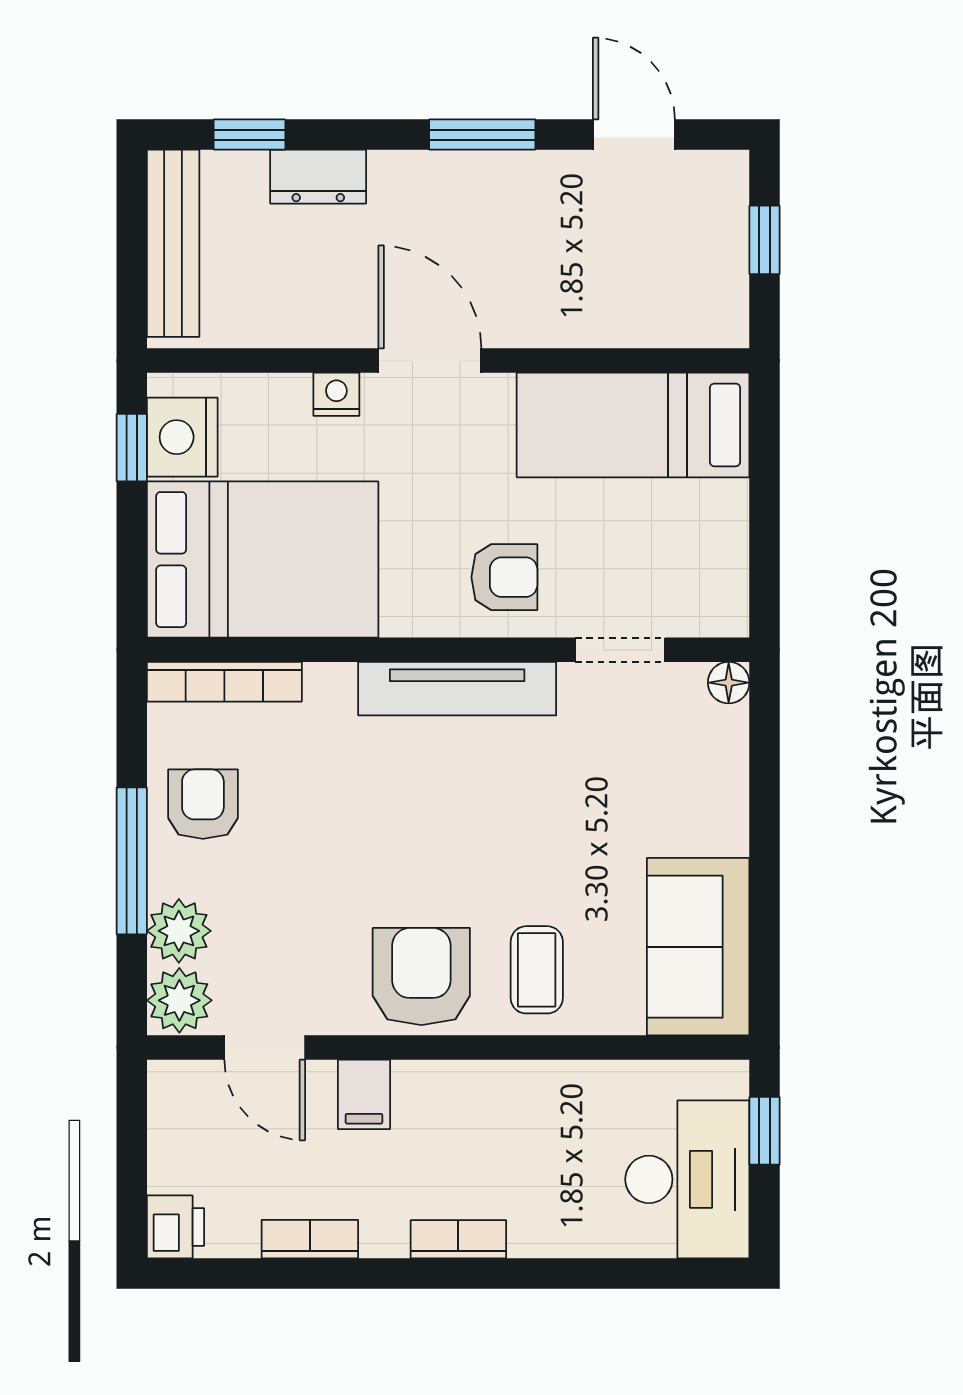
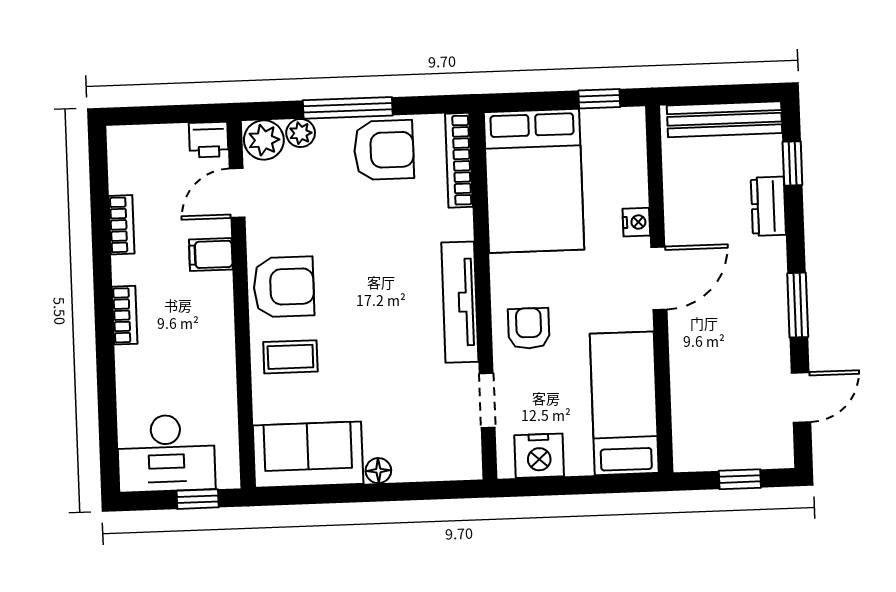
nightstand: (182, 437) -> (539, 456), moved, turned 180
armchair: (504, 577) -> (529, 328), turned 180
floor lamp: (729, 683) -> (378, 471), moved
armchair: (203, 804) -> (384, 150), width x1.38, depth x1.38
plant: (179, 931) -> (301, 133), width x0.73, depth x0.73
printer: (175, 1227) -> (209, 140), moved

